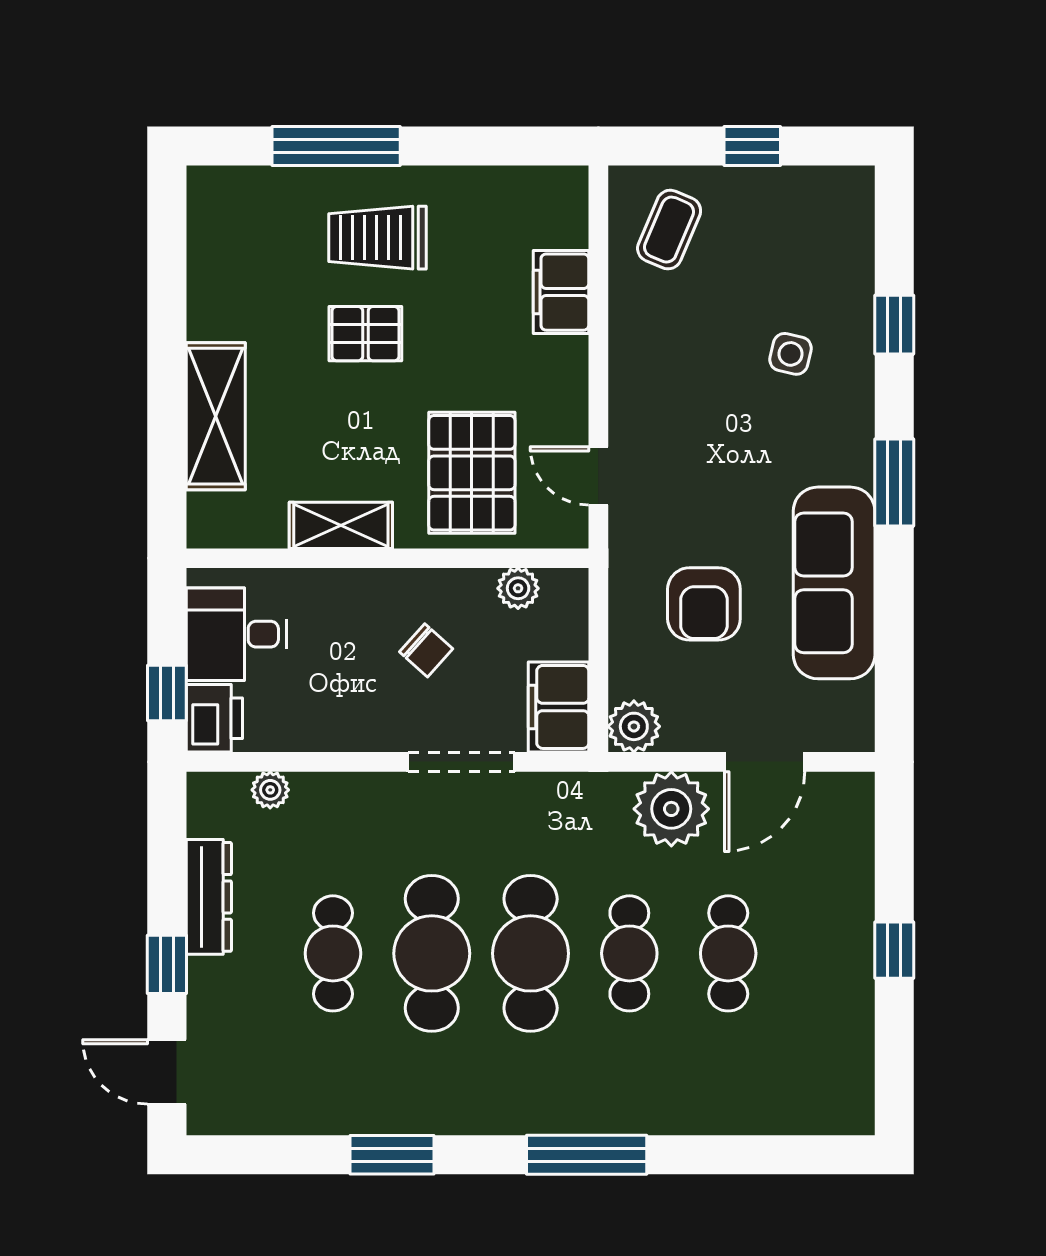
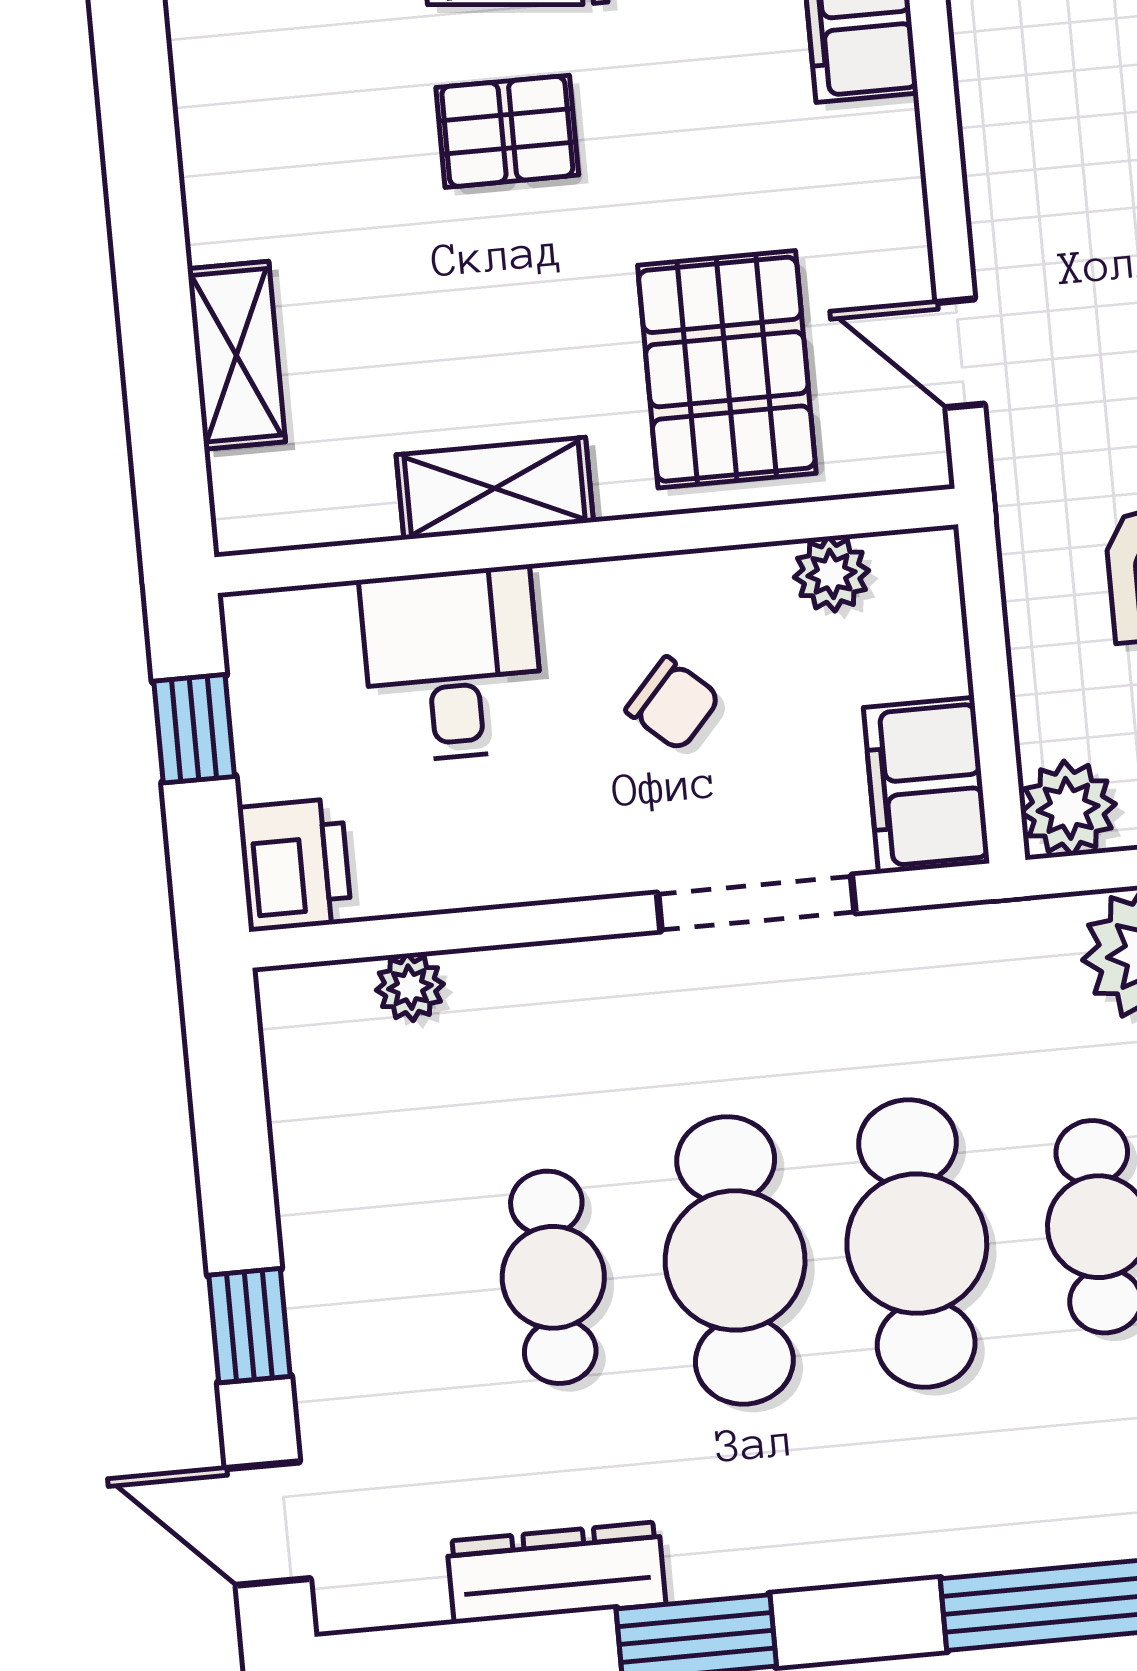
shelving: (216, 416) -> (236, 355), width x0.67, depth x0.75
desk: (236, 634) -> (452, 664), moved, turned 90
window: (167, 693) -> (194, 729), moved
dresser: (209, 897) -> (556, 1573), moved, turned -90

